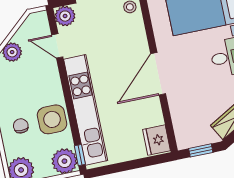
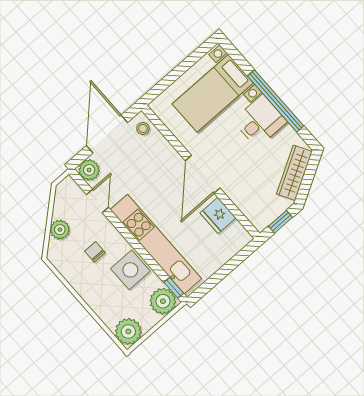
door: (57, 46) -> (97, 201), swing flipped
chair: (21, 126) -> (95, 252), moved
fridge: (157, 140) -> (218, 215), moved

